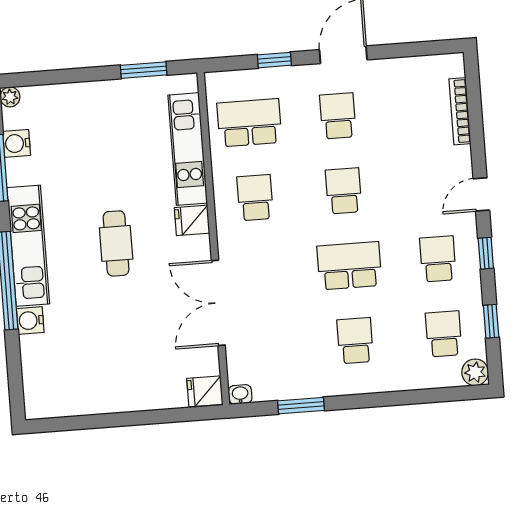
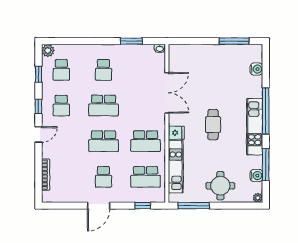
window: (274, 60) -> (143, 206), moved
window: (144, 70) -> (194, 206), width x1.44
round table: (91, 116) -> (220, 186), added
school desk: (344, 191) -> (103, 141), width x1.85
school desk: (255, 198) -> (146, 141), width x1.85
water cooler: (30, 320) -> (256, 69), moved
fridge: (205, 391) -> (176, 51), removed
window: (85, 422) -> (234, 41), added

